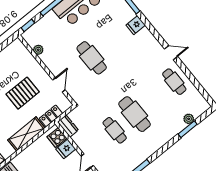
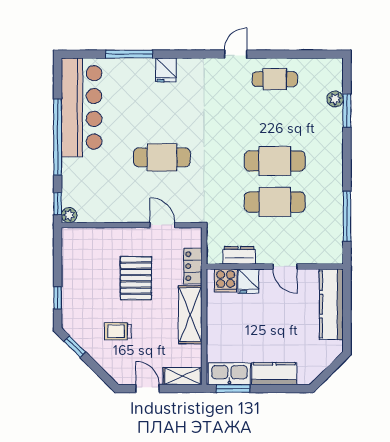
plant: (38, 50) -> (69, 215), moved
dresser: (68, 126) -> (239, 255), moved
cafe table: (115, 130) -> (275, 202), width x1.37, depth x1.35

